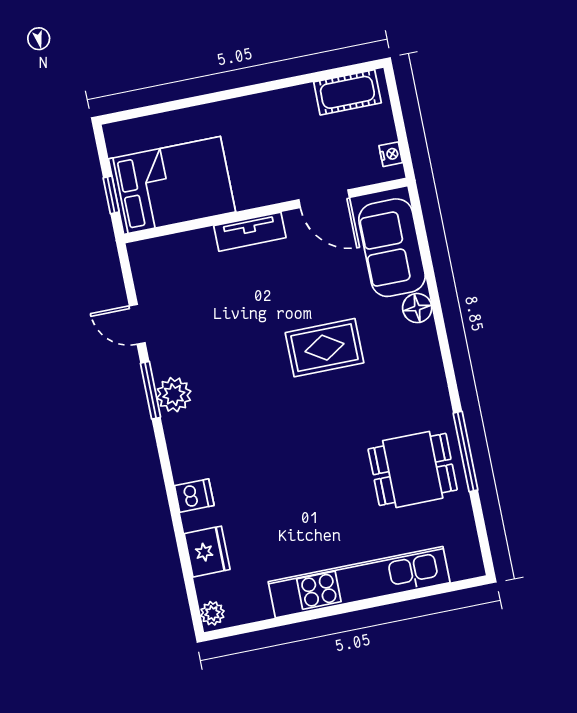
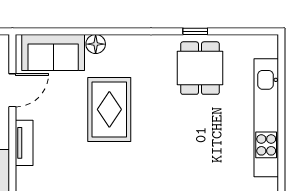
rug: (325, 348) -> (109, 109), width x1.36, depth x1.43
window: (466, 451) -> (195, 31), width x0.46

